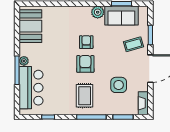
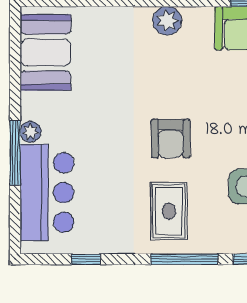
plant: (98, 12) -> (167, 21), moved
armchair: (86, 42) -> (173, 89), removed
armchair: (85, 64) -> (171, 139), turned 180

